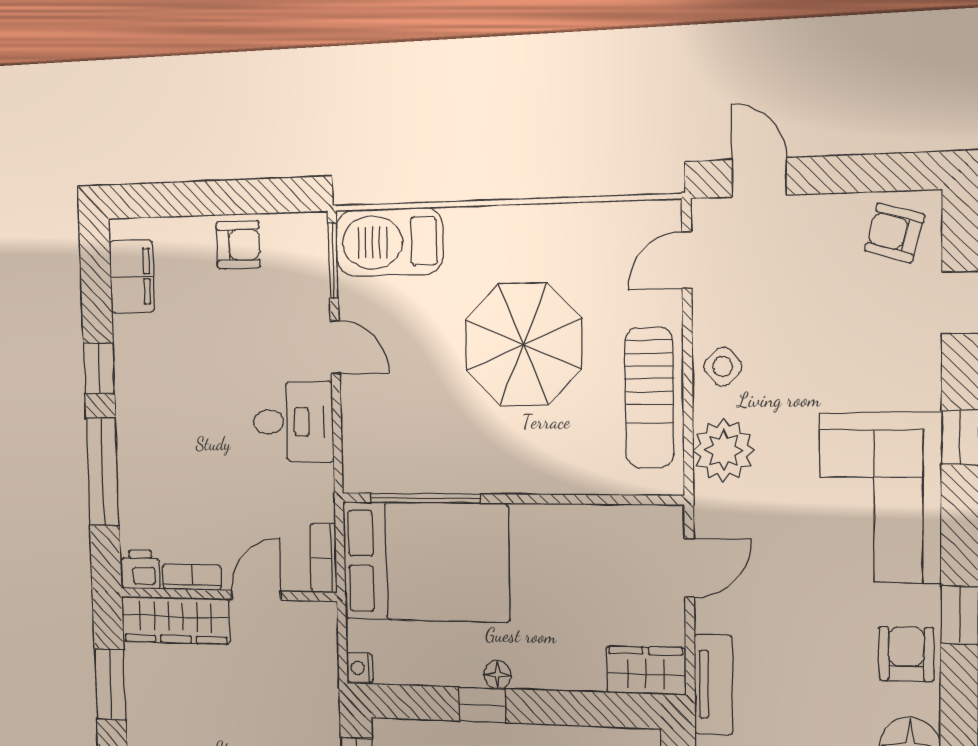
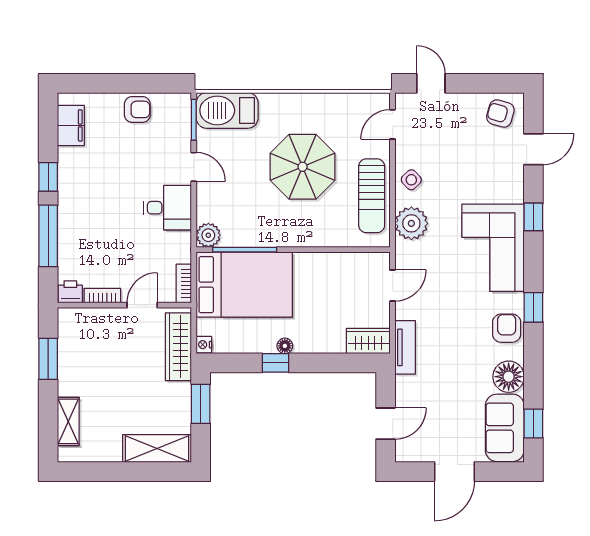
plant: (362, 472) -> (208, 235), added
wardrobe: (175, 620) -> (178, 347), moved, turned 90

